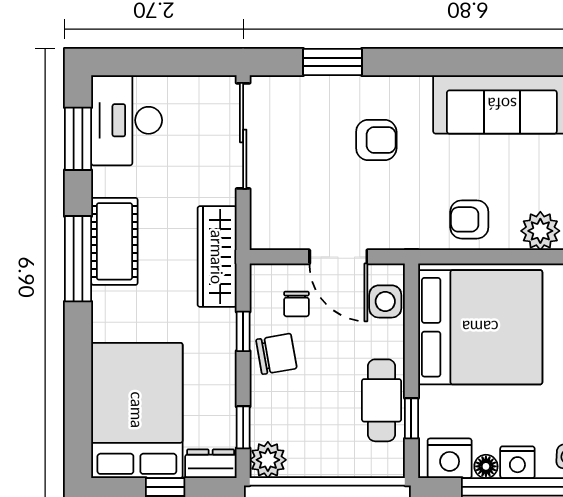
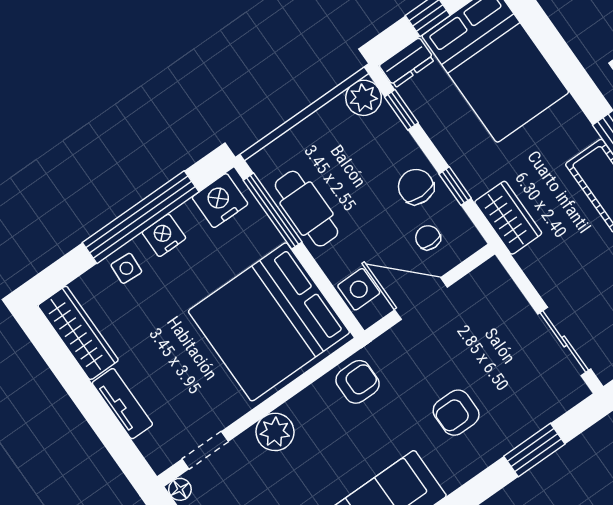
sliding door: (243, 136) -> (564, 341), width x0.73
armchair: (469, 219) -> (358, 382), moved
wardrobe: (217, 257) -> (508, 218), width x0.67
chair: (276, 354) -> (416, 187), turned 100
window: (411, 418) -> (273, 211), width x2.17
floor lamp: (486, 466) -> (187, 214), removed

